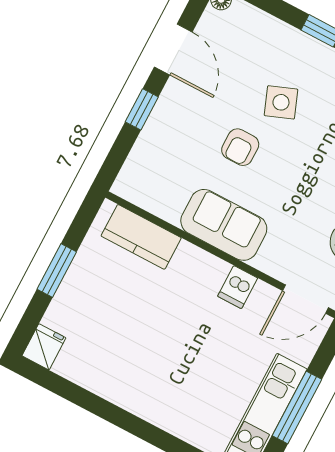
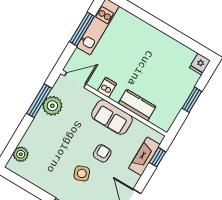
window: (142, 109) -> (158, 157), moved
fireplace: (151, 146) -> (144, 156), added
kitchen counter: (141, 237) -> (137, 105), moved

